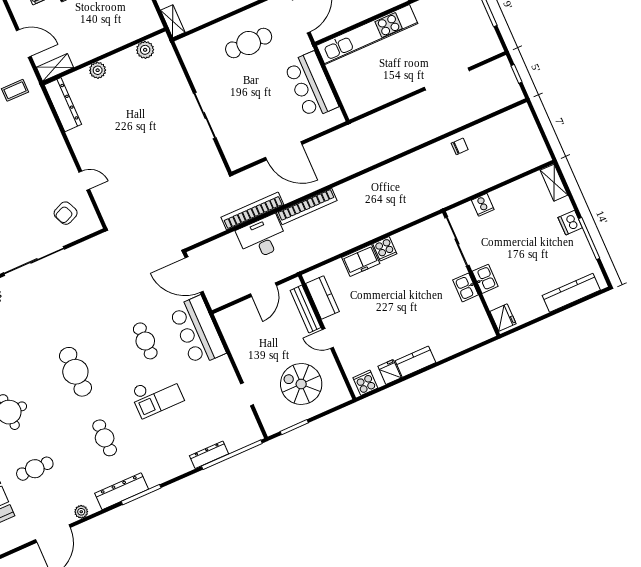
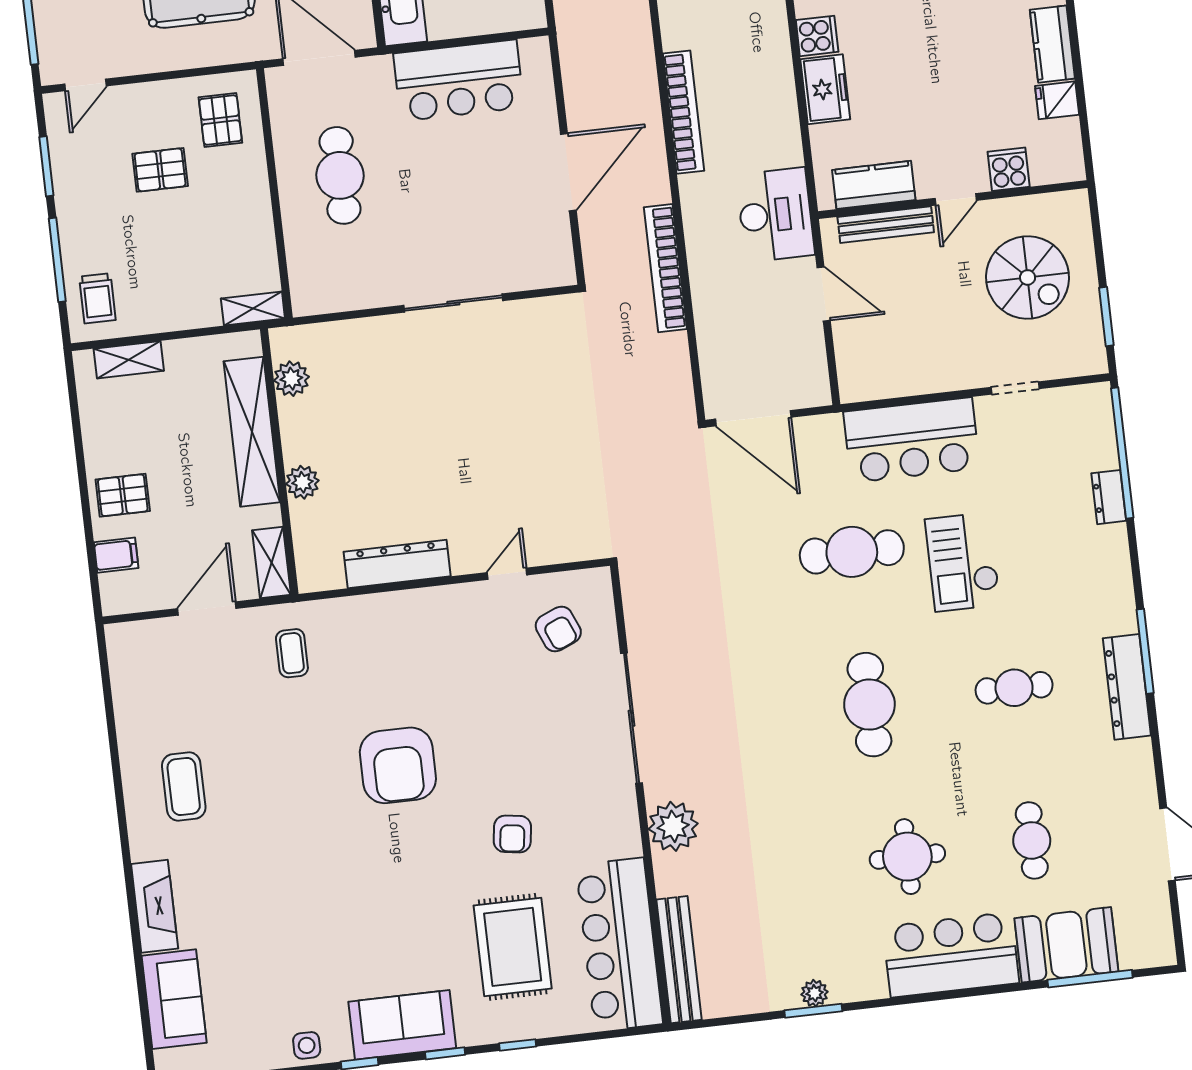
shelving: (114, 39) -> (252, 432), added
dresser: (63, 105) -> (397, 564), moved
bookcase: (307, 206) -> (683, 112), moved
desk: (262, 238) -> (775, 215), moved, turned 180
door: (194, 275) -> (753, 418), hinge flipped
bar counter: (197, 331) -> (912, 440), moved
cafe table: (145, 341) -> (852, 552), width x1.37, depth x1.35
cafe table: (75, 372) -> (869, 705), turned 90
cooker: (365, 383) -> (1009, 169), moved, turned 90
spiral stairs: (301, 384) -> (1028, 277), turned -90
checkout: (157, 395) -> (963, 562), turned 180
dresser: (209, 455) -> (1109, 497), width x0.70
plant: (81, 512) -> (1142, 777), removed

